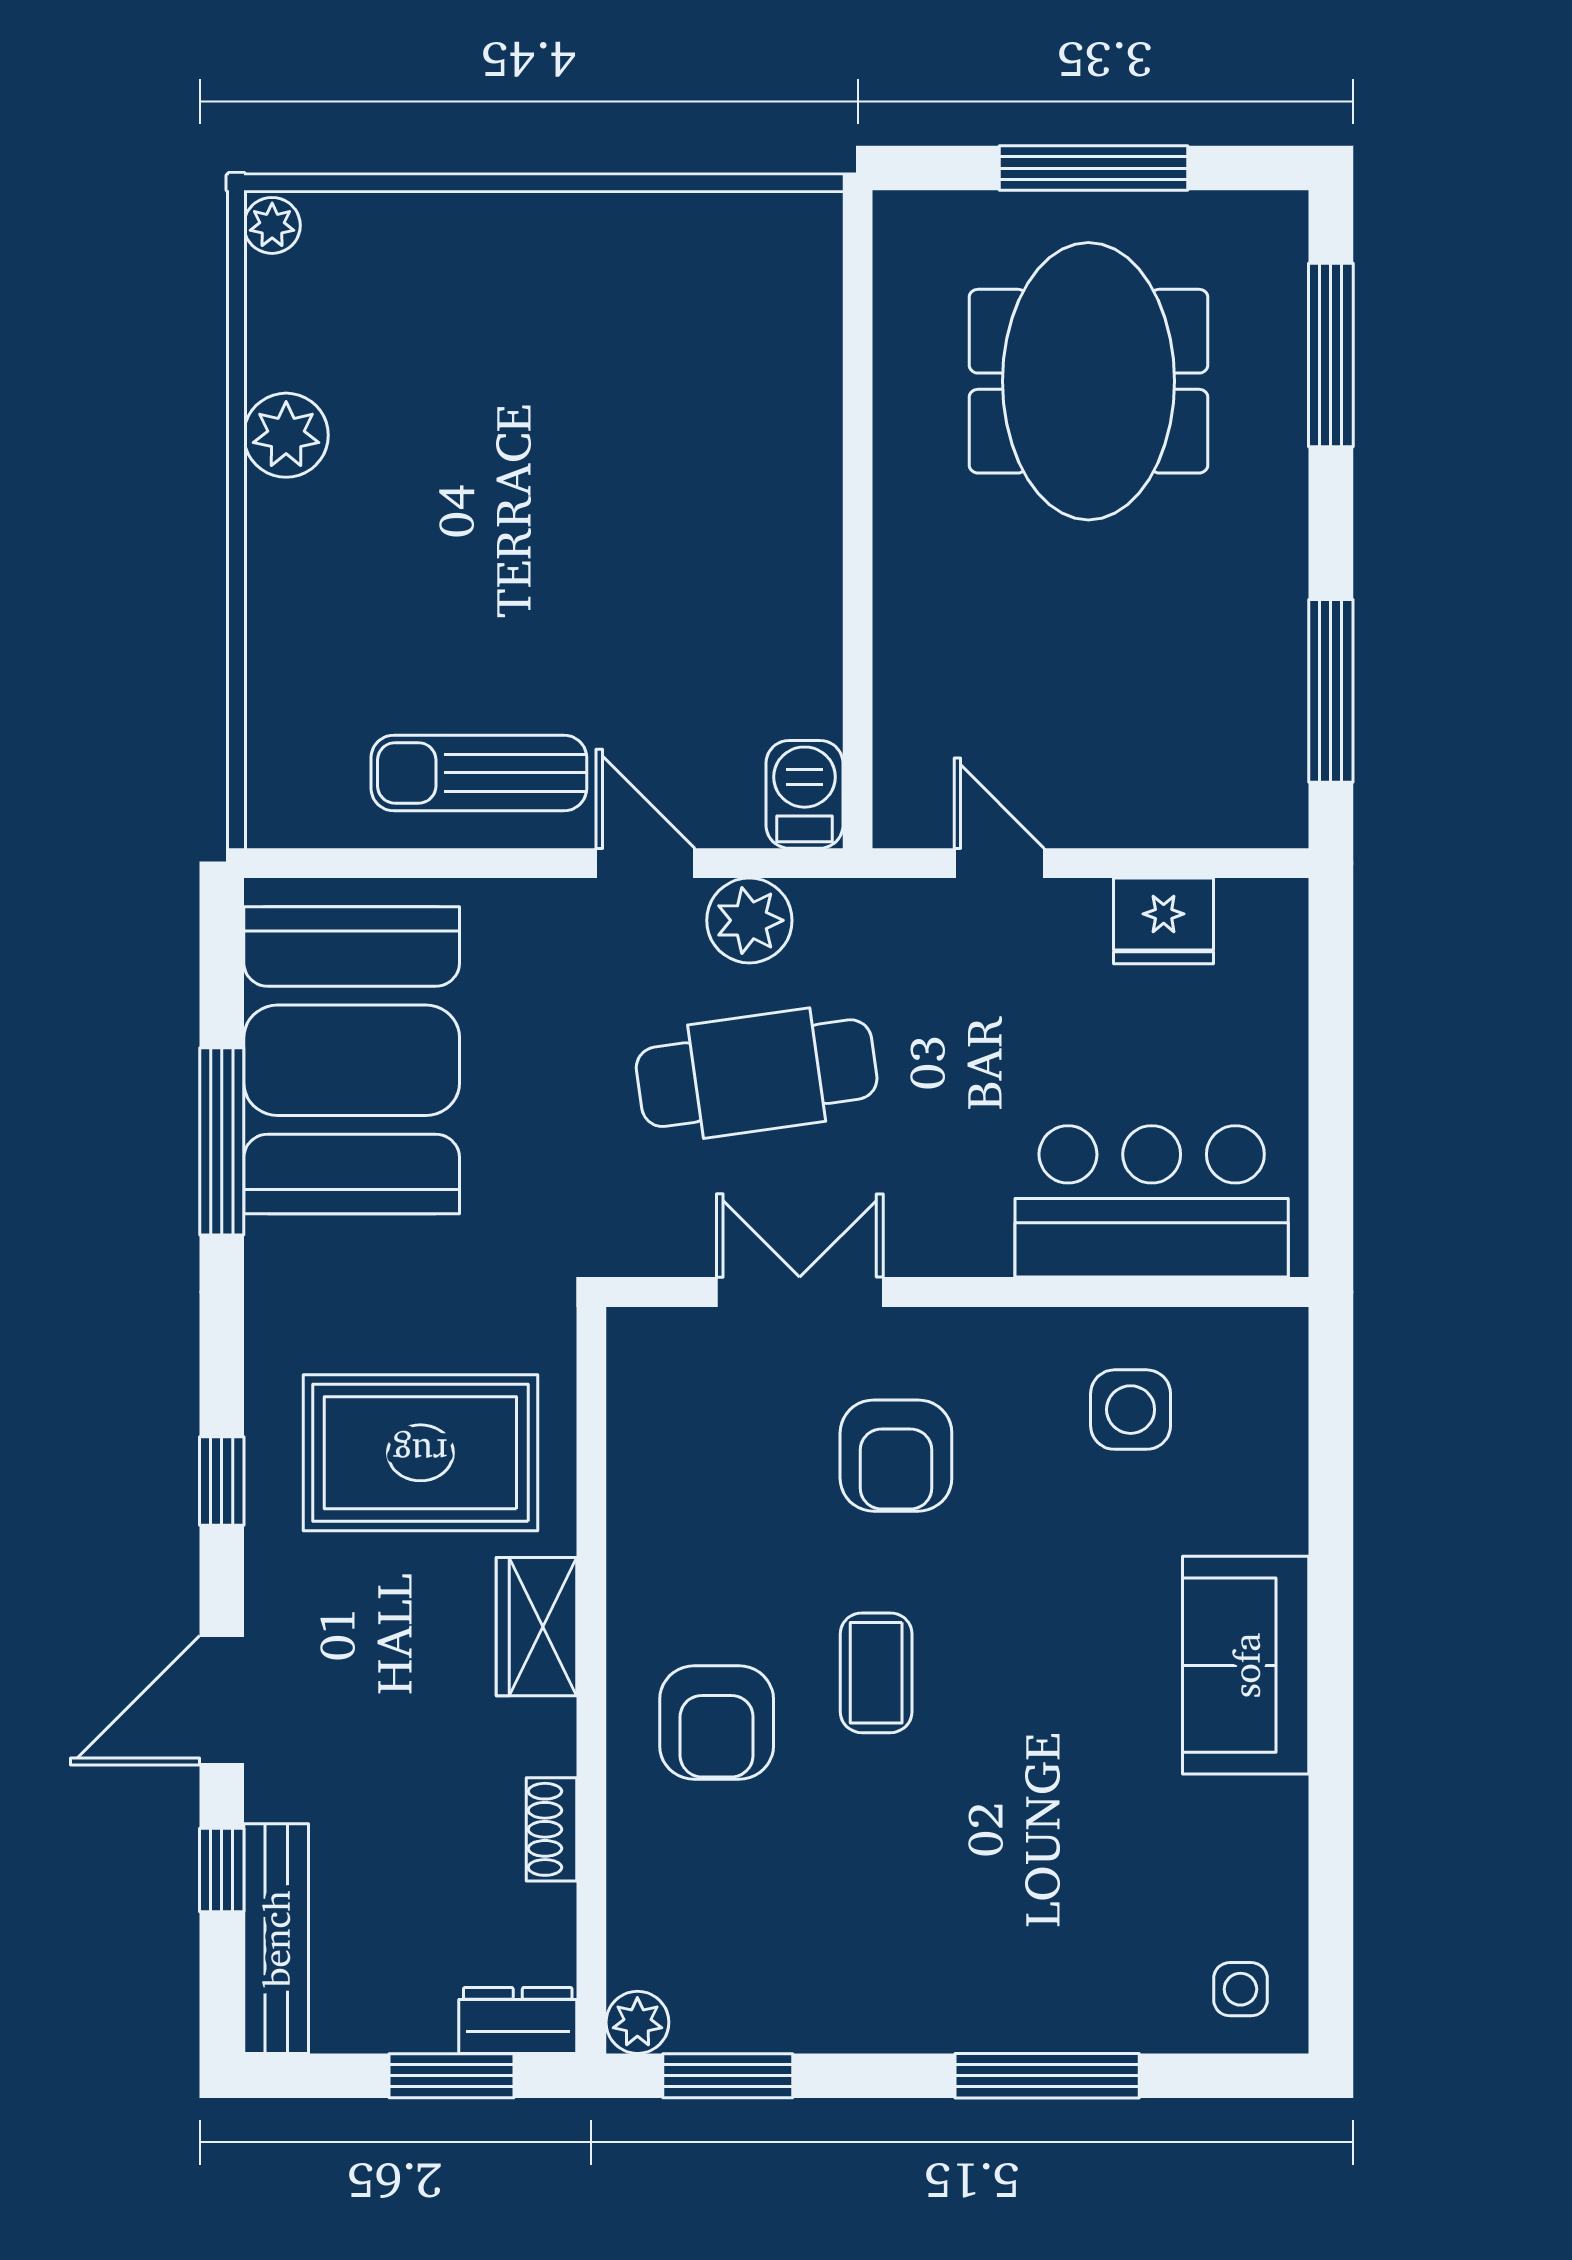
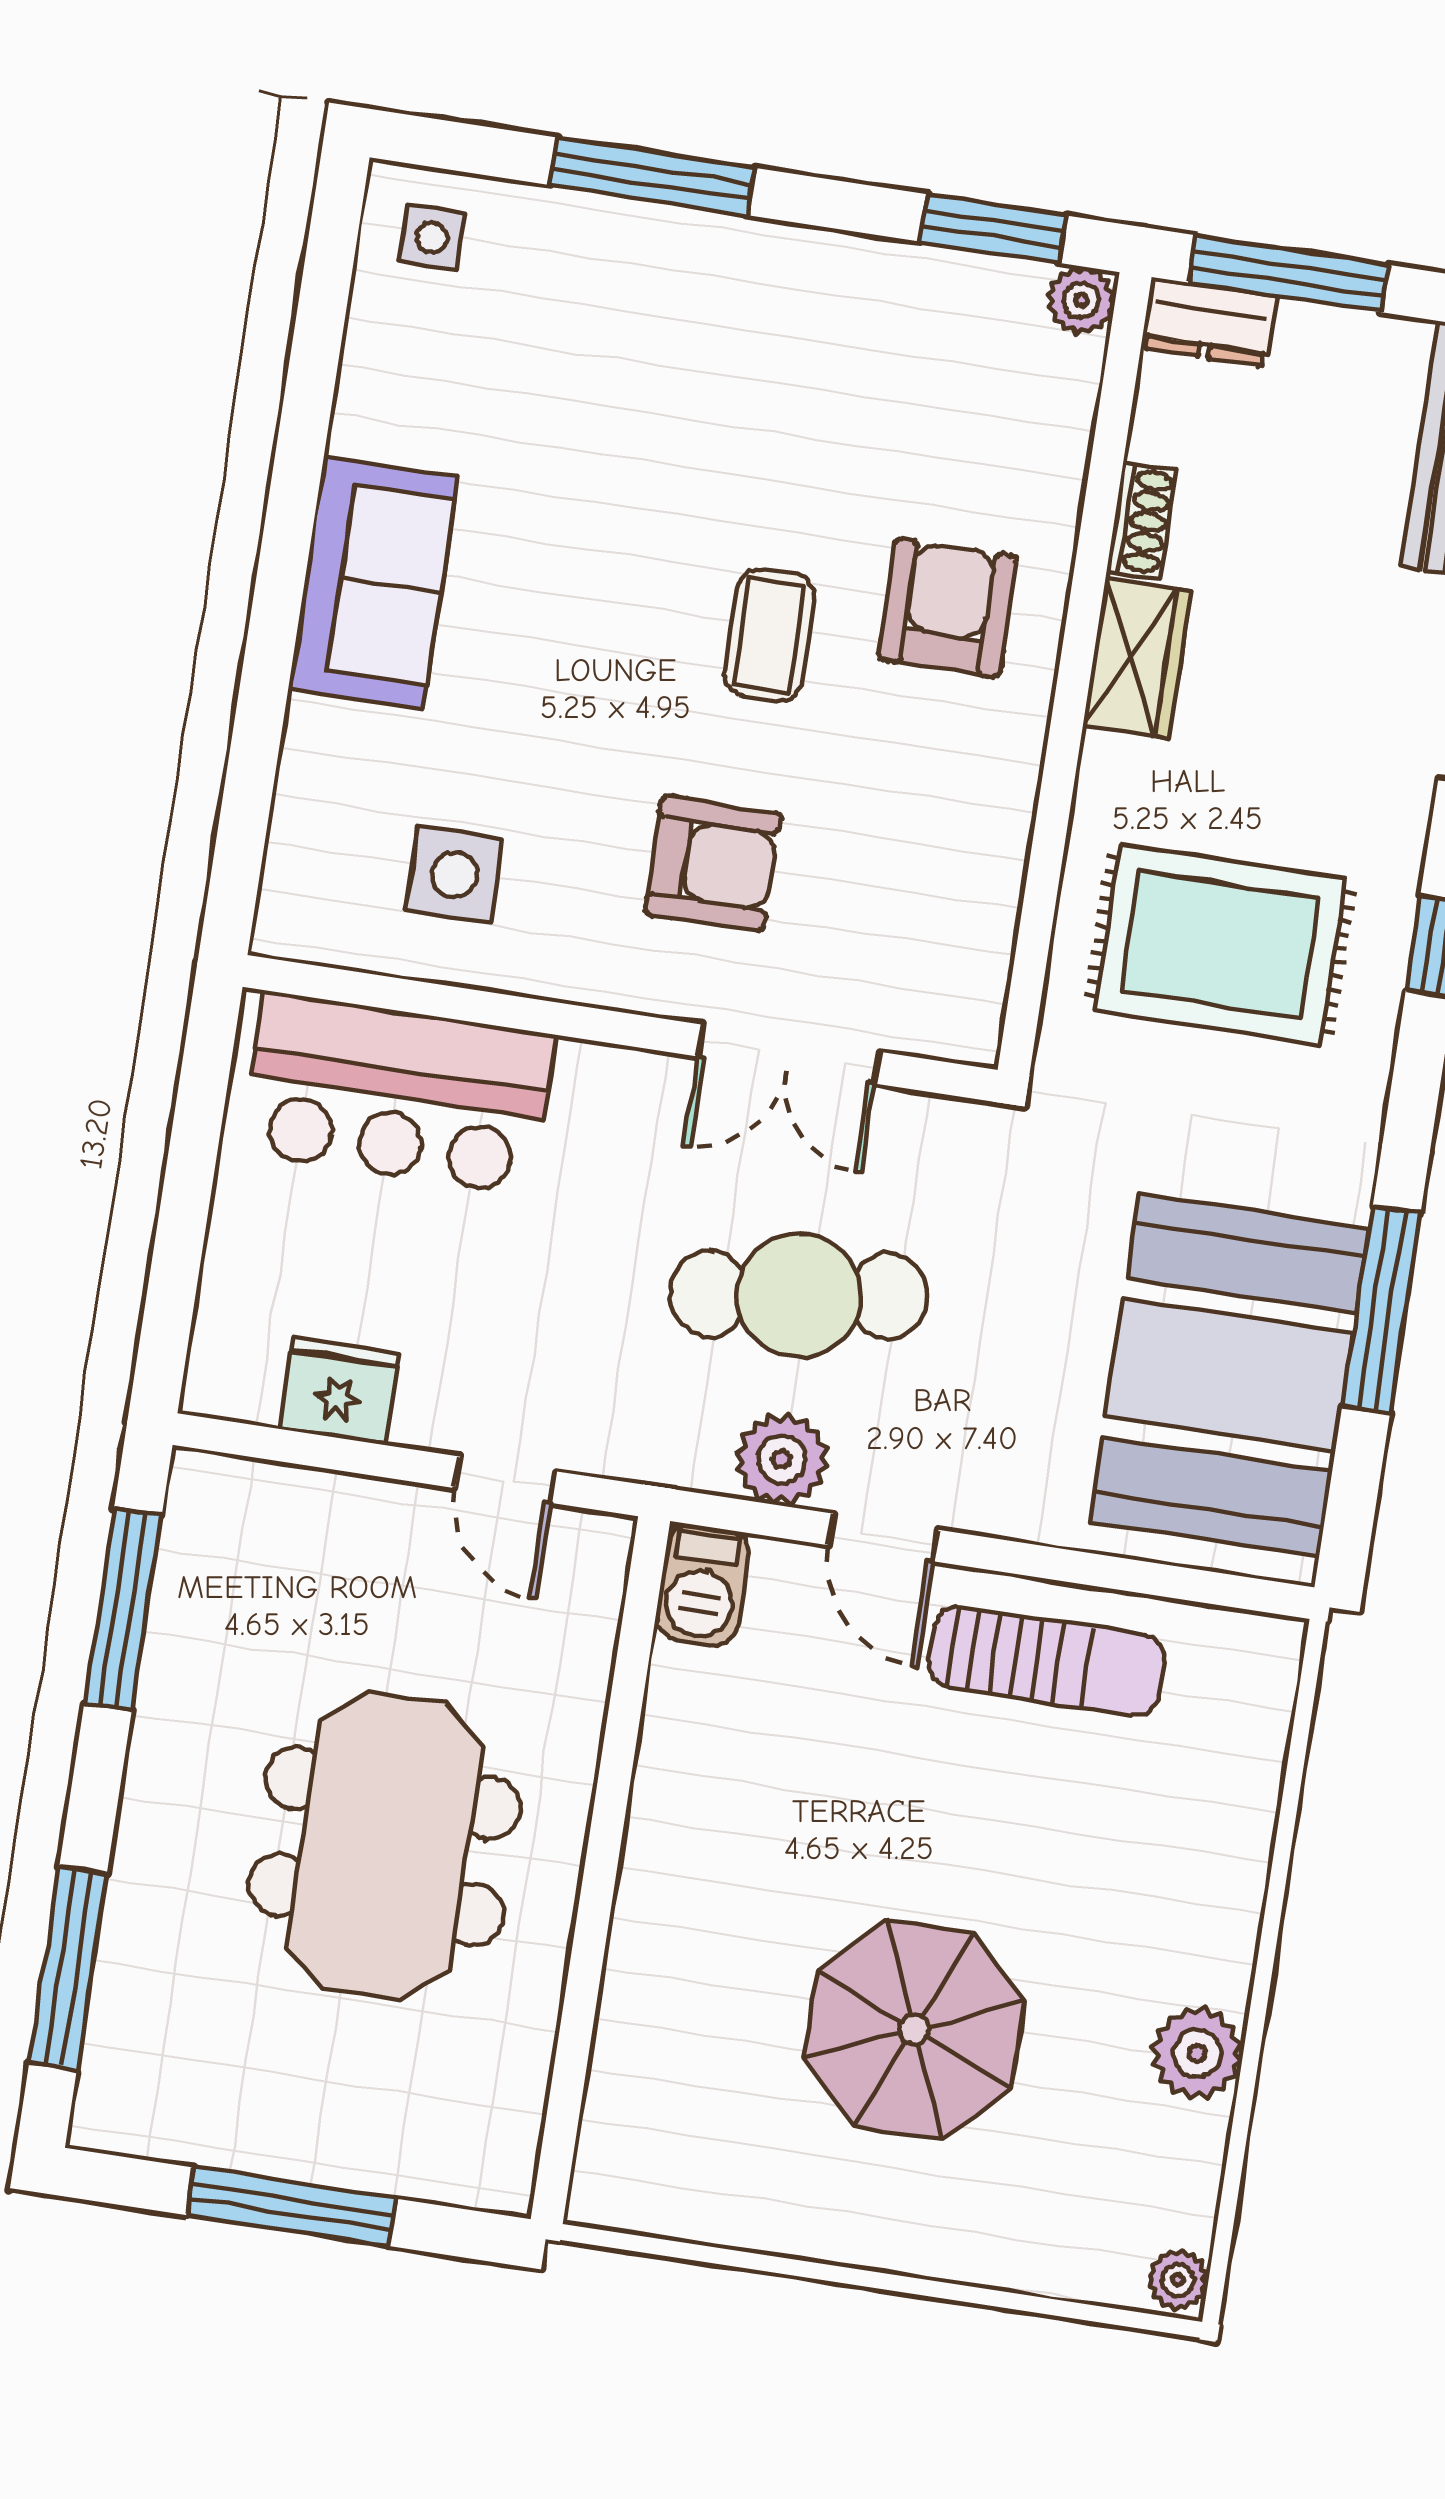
meeting table: (1088, 381) -> (385, 1846), moved
parasol: (548, 417) -> (914, 2030), added
armchair: (896, 1456) -> (713, 864), turned 90
wardrobe: (536, 1627) -> (1137, 659), moved
window: (452, 2076) -> (1289, 274), width x1.44

